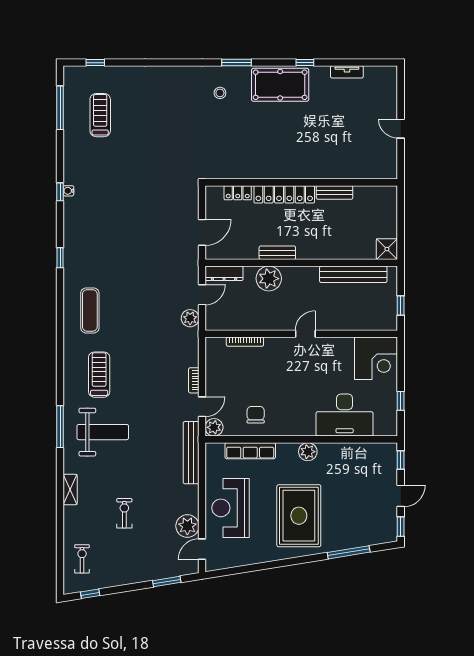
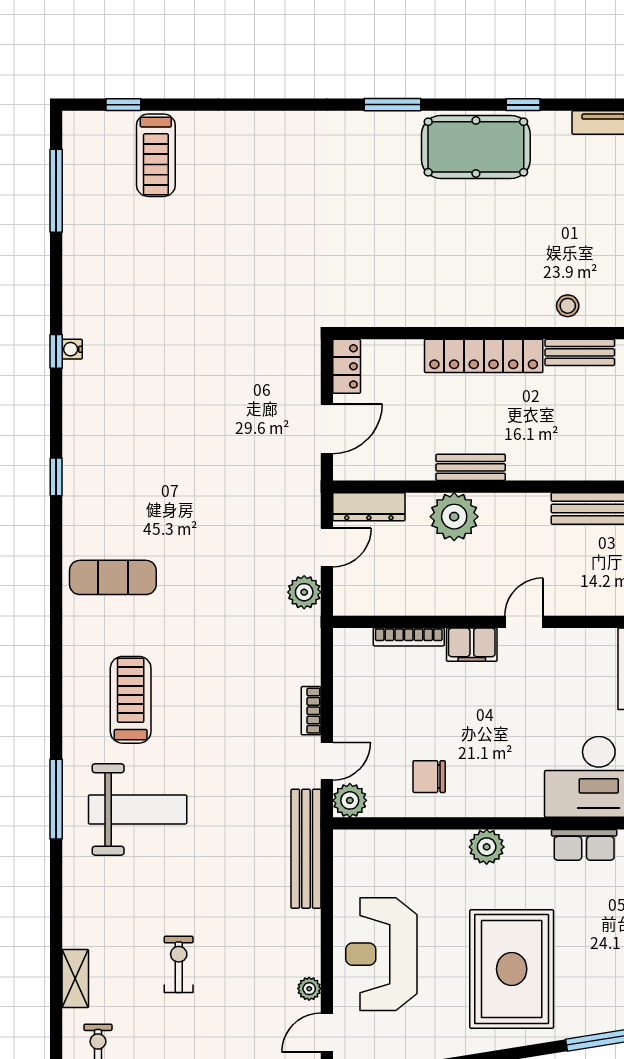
stool: (220, 93) -> (568, 306), moved
treadmill: (100, 115) -> (156, 155), moved, turned 180
locker: (238, 193) -> (347, 366), moved, turned -90
exercise mat: (90, 310) -> (113, 577), turned 90
filing cabinet: (278, 346) -> (472, 645), added
chair: (256, 415) -> (429, 777), turned -90
row of seats: (250, 451) -> (584, 845), moved, width x0.68
plant: (308, 452) -> (487, 847), moved
shelving: (70, 490) -> (75, 978), moved
plant: (187, 526) -> (309, 989), width x0.53, depth x0.53

